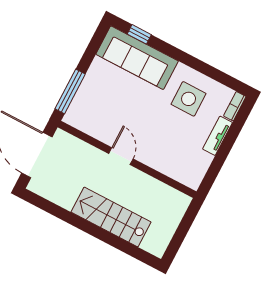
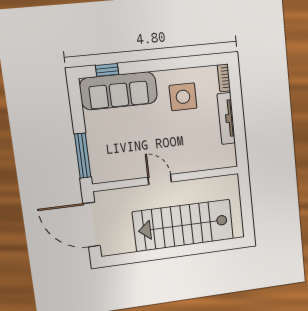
tv unit: (218, 136) -> (226, 119), width x1.41
stairs: (111, 217) -> (183, 225), width x1.36, depth x1.51

